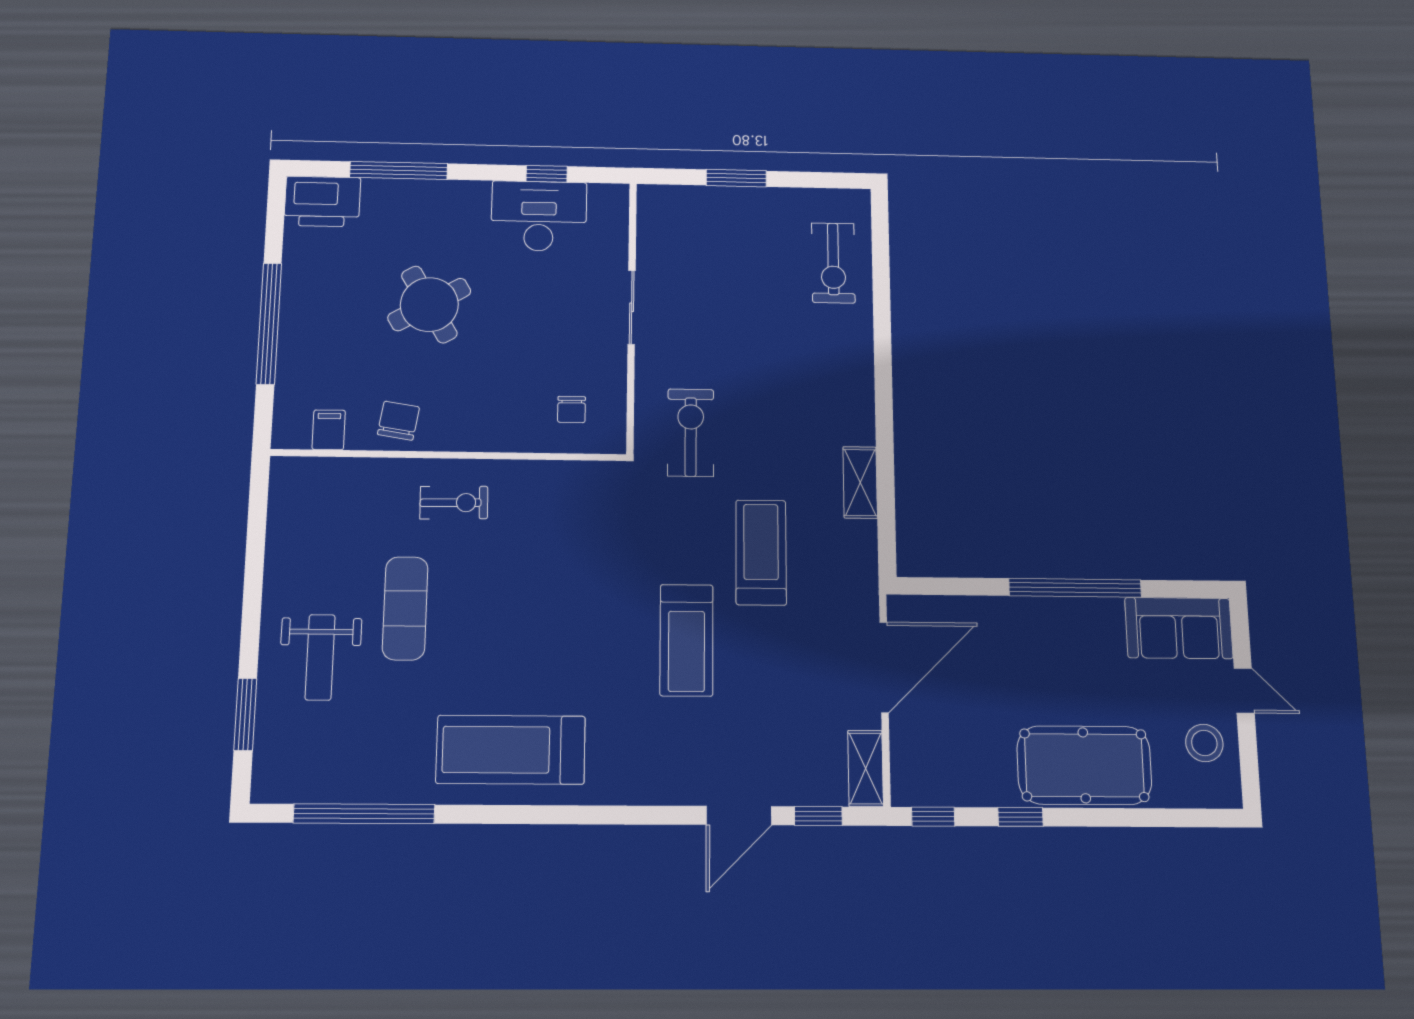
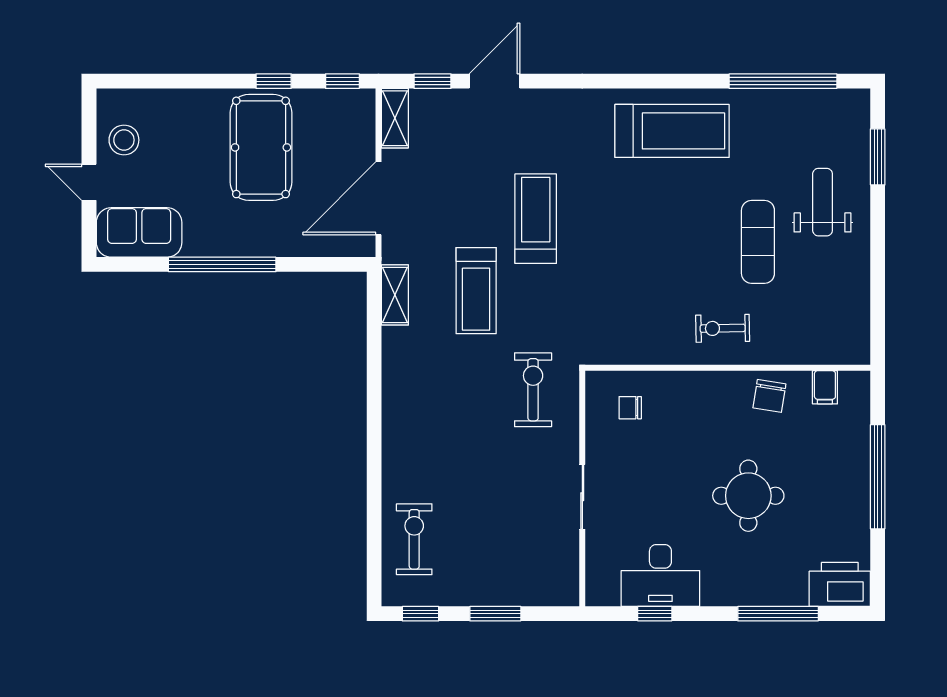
window: (825, 180) -> (420, 614), added
round table: (429, 305) -> (748, 496), turned 30
chair: (571, 410) -> (630, 408), turned -90
exercise bike: (691, 433) -> (533, 390), turned 180
shelving: (860, 482) -> (395, 295), moved
pool table: (1084, 765) -> (261, 147), moved, turned 90

